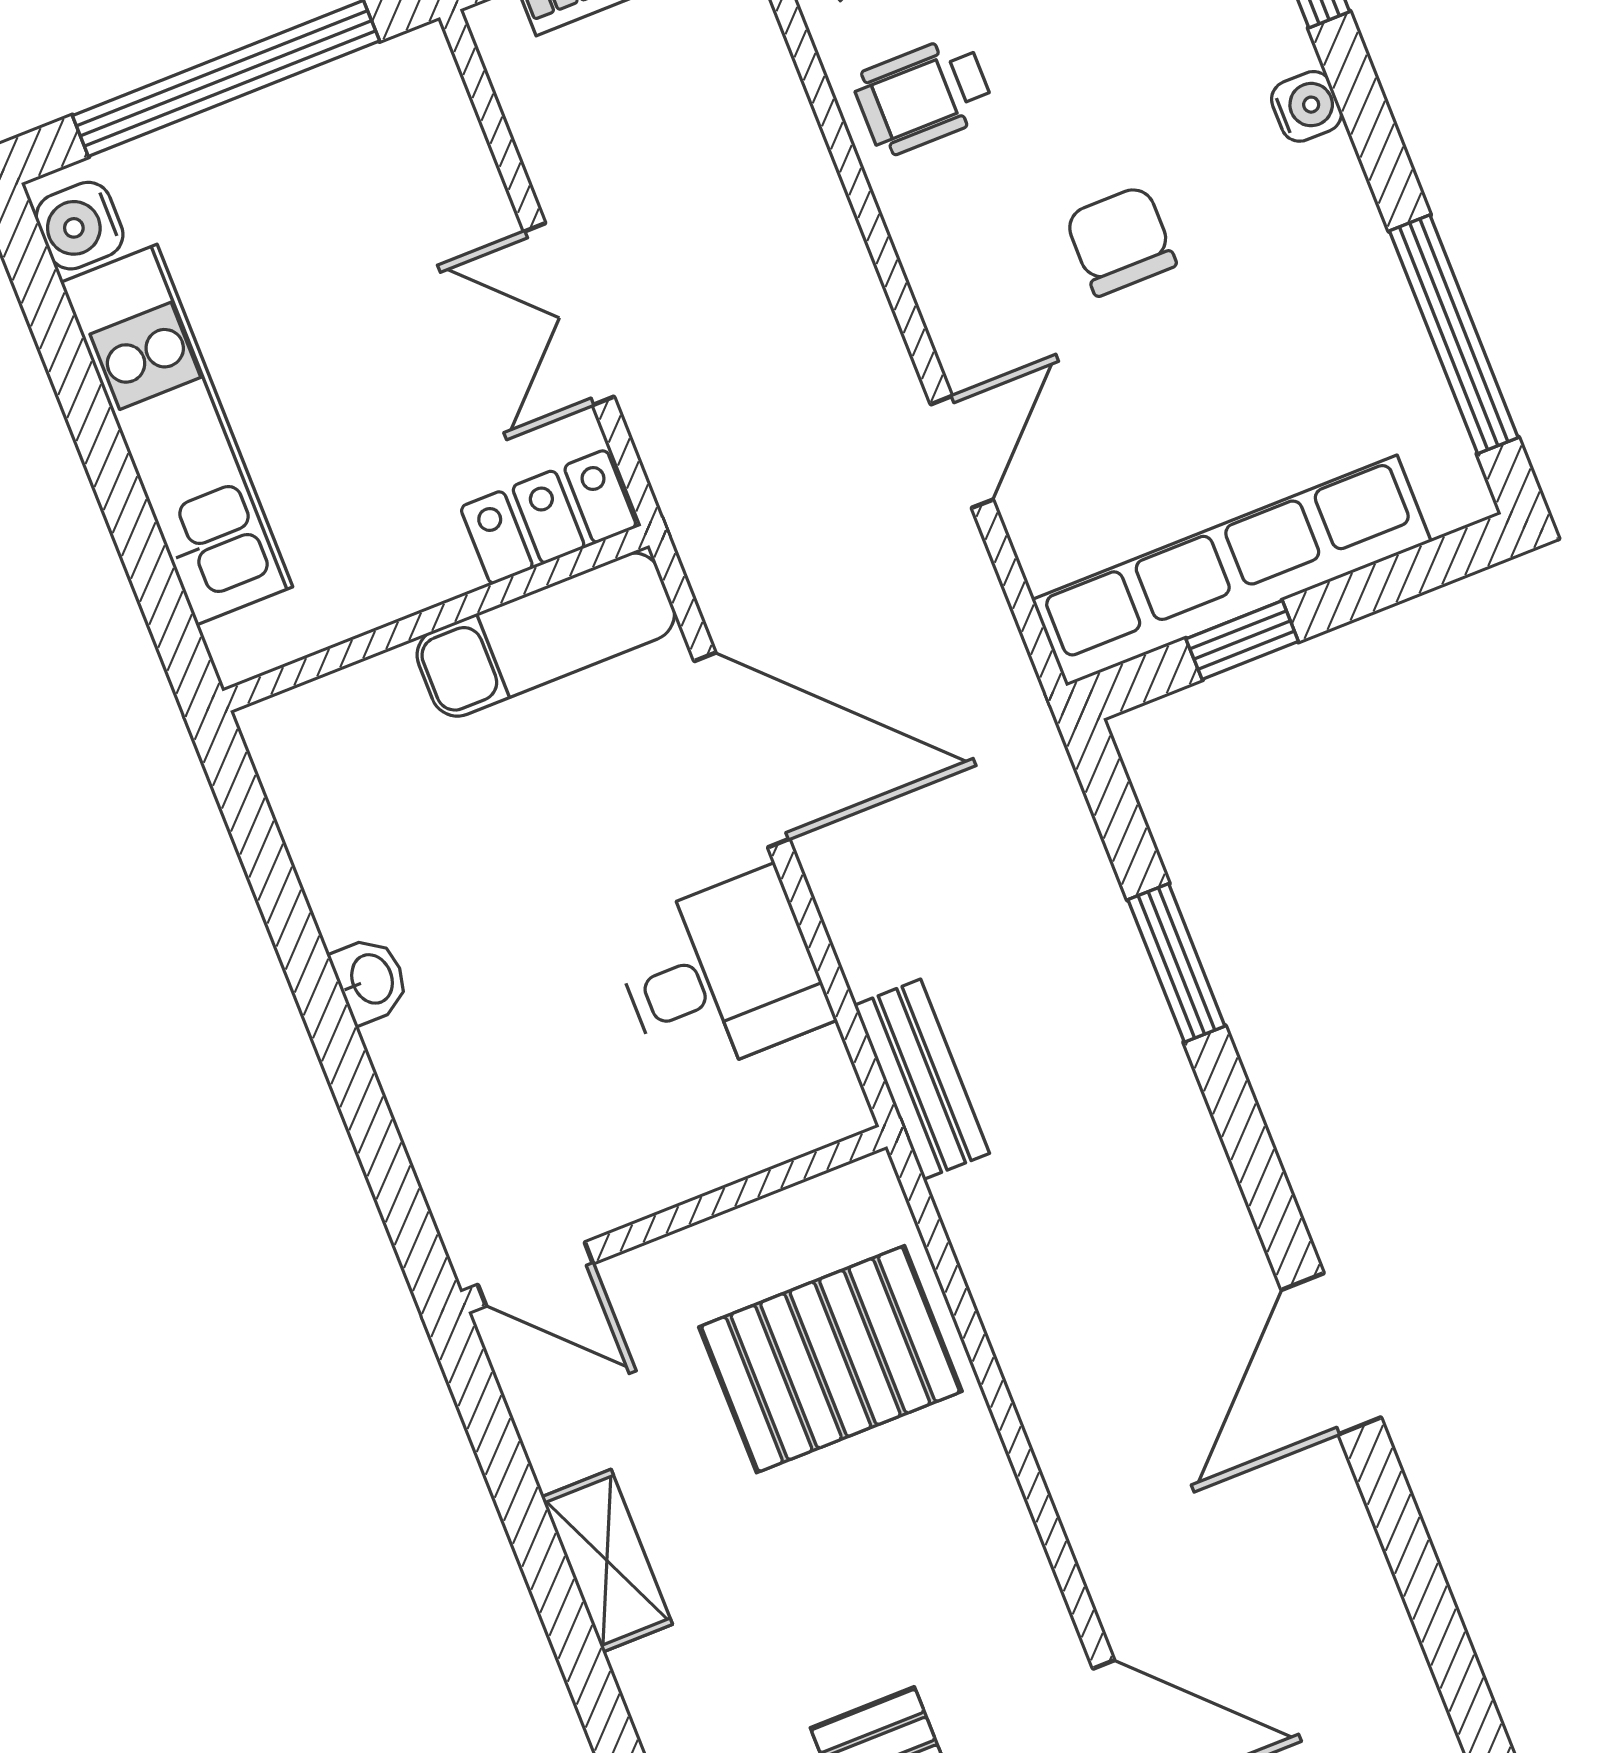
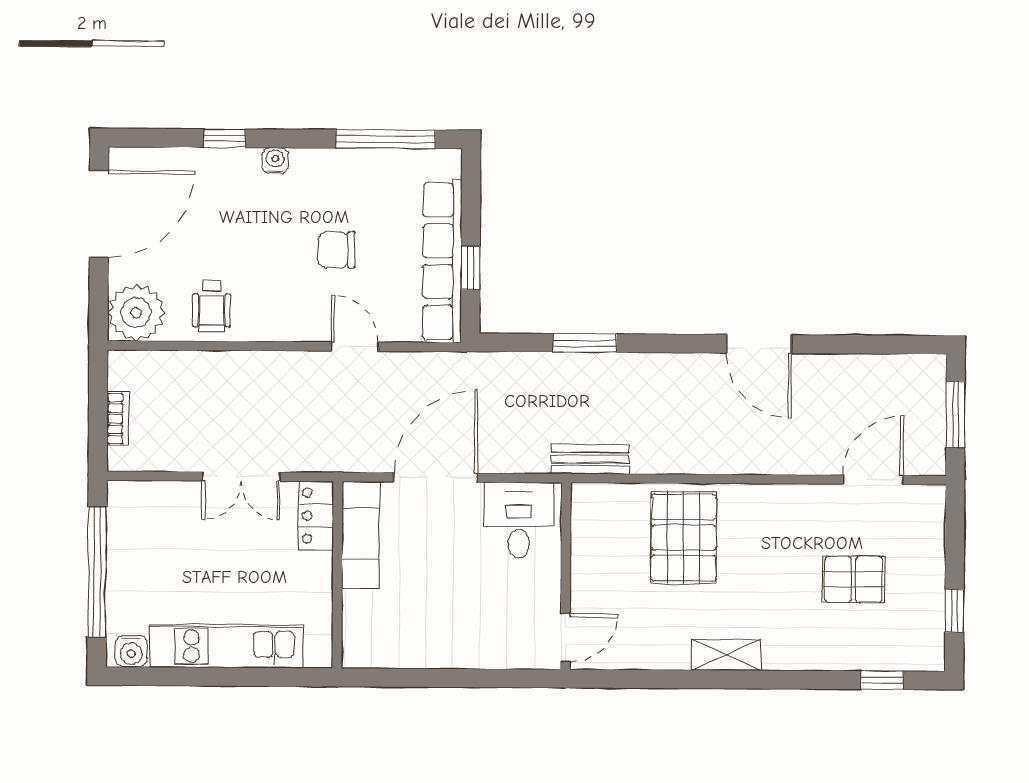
chair: (1121, 241) -> (337, 250), moved
washbasin: (370, 980) -> (466, 656), removed
wall: (674, 1219) -> (566, 576), moved
door: (535, 1274) -> (565, 638), moved

